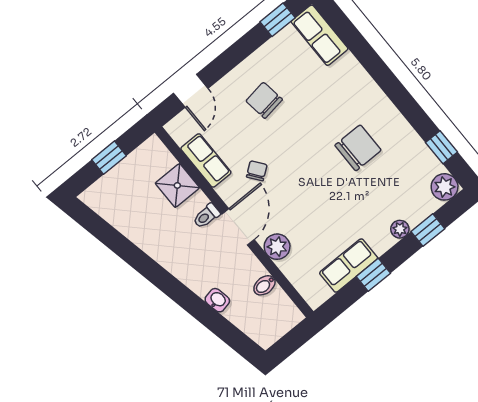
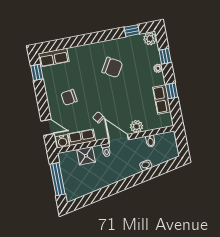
water cooler: (180, 130) -> (62, 141), added
chair: (358, 148) -> (112, 67), turned 121
window: (109, 158) -> (57, 179), width x2.17

